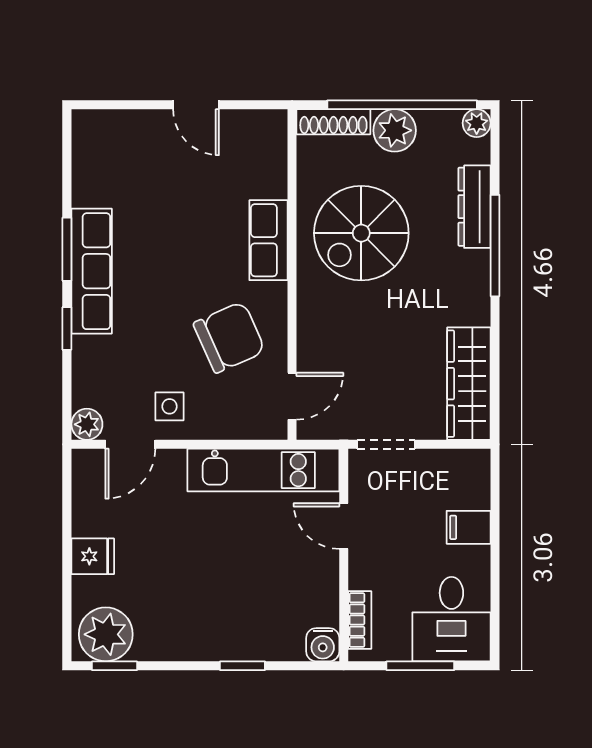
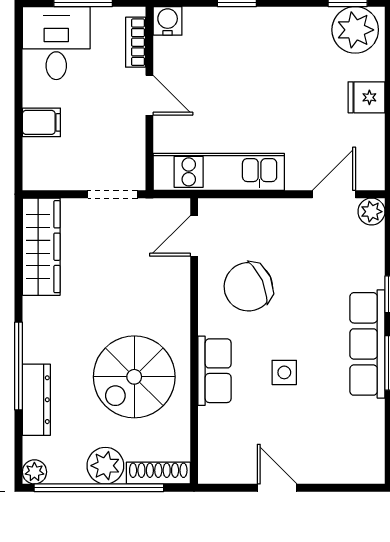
spiral stairs: (361, 233) -> (134, 377), turned 180
side table: (170, 406) -> (284, 372), moved
door: (344, 526) -> (149, 95), moved

